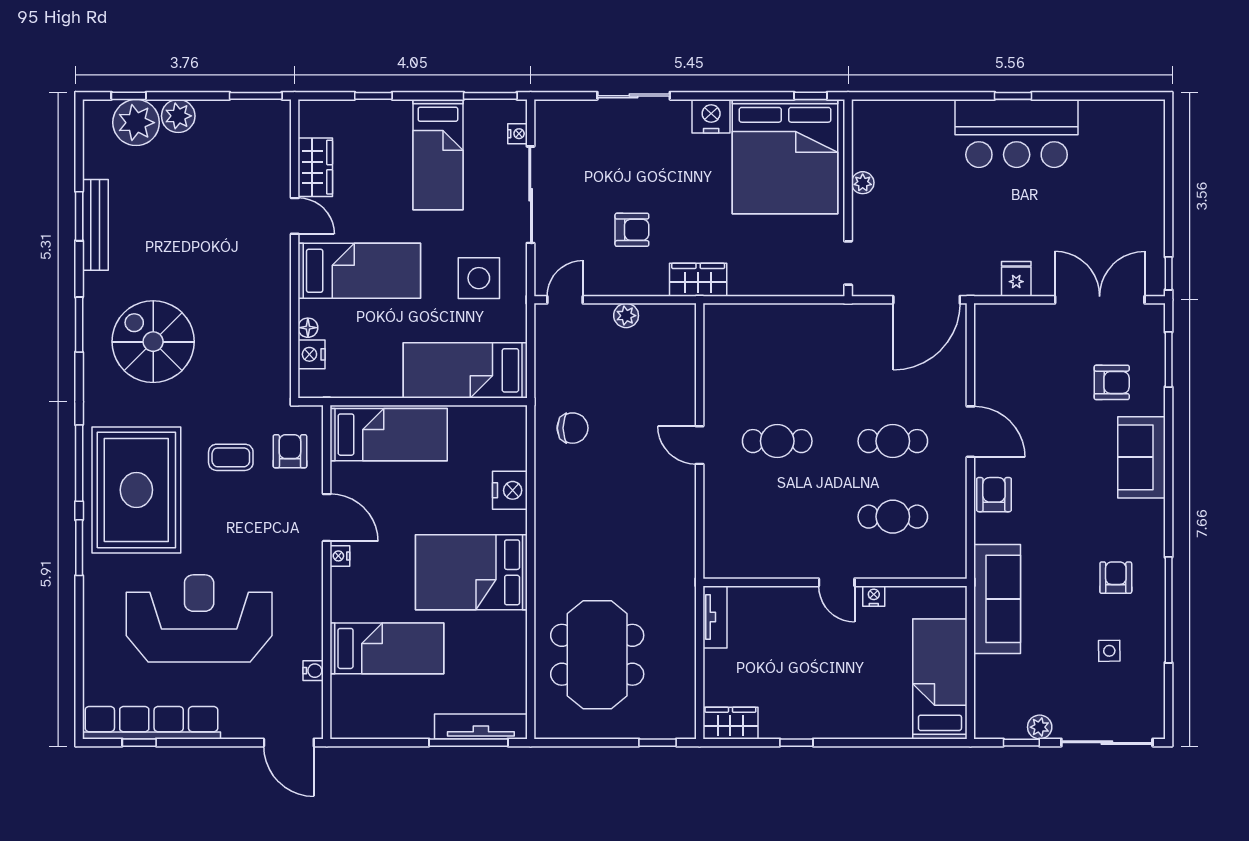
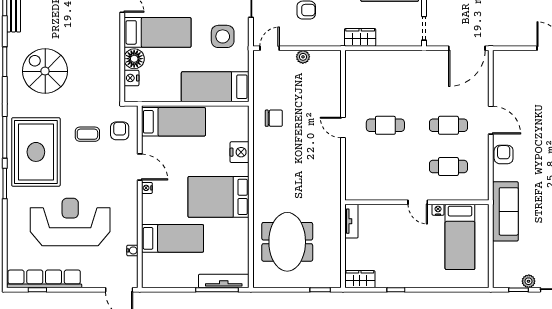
fridge: (1016, 279) -> (516, 37), removed
wardrobe: (698, 280) -> (360, 37), moved
floor lamp: (308, 328) -> (134, 59), width x1.89, depth x1.89
bed: (940, 679) -> (460, 237), moved, turned 180

